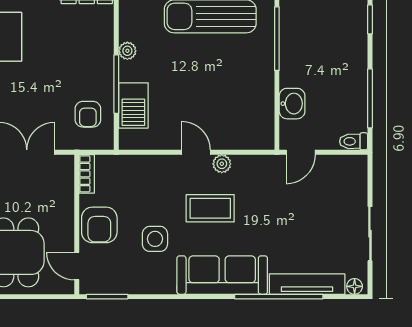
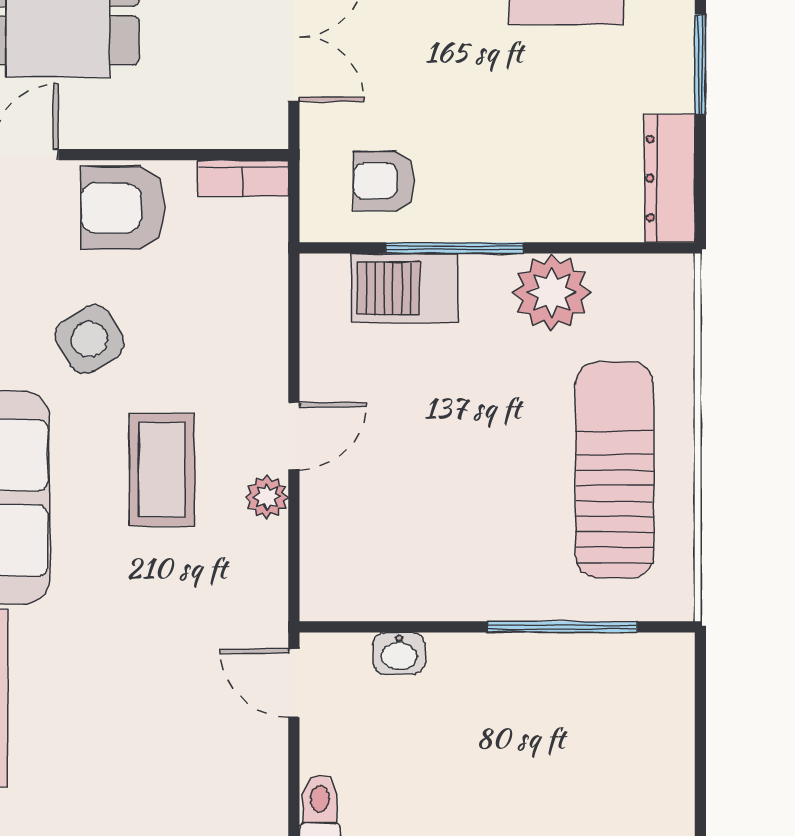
plant: (127, 51) -> (552, 292), width x1.88, depth x1.88
washbasin: (292, 104) -> (399, 653), width x0.72, depth x0.69
side table: (155, 239) -> (90, 339), turned -31

